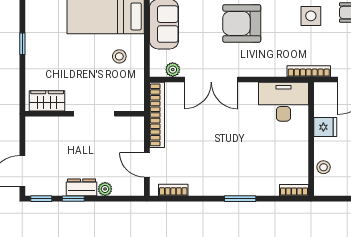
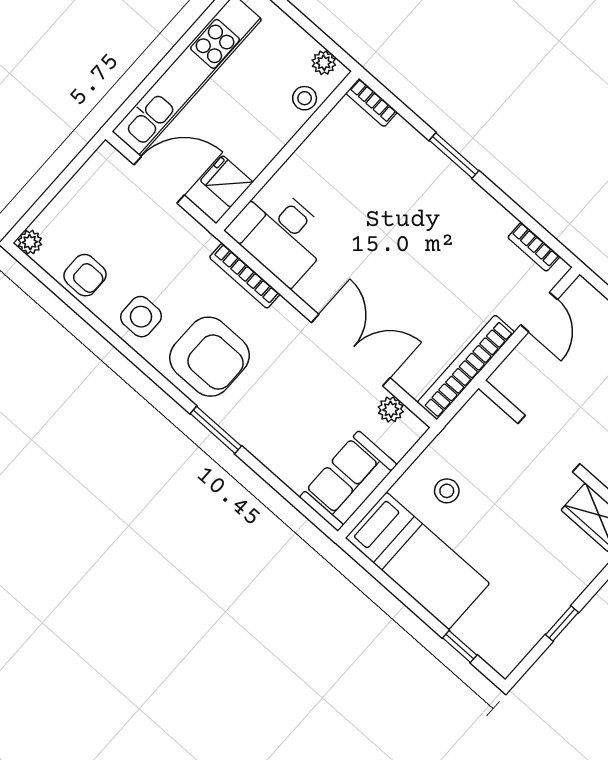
armchair: (242, 23) -> (209, 357), moved
bookcase: (309, 71) -> (245, 276), moved
fridge: (325, 127) -> (227, 181), moved
plant: (329, 189) -> (324, 63), added

